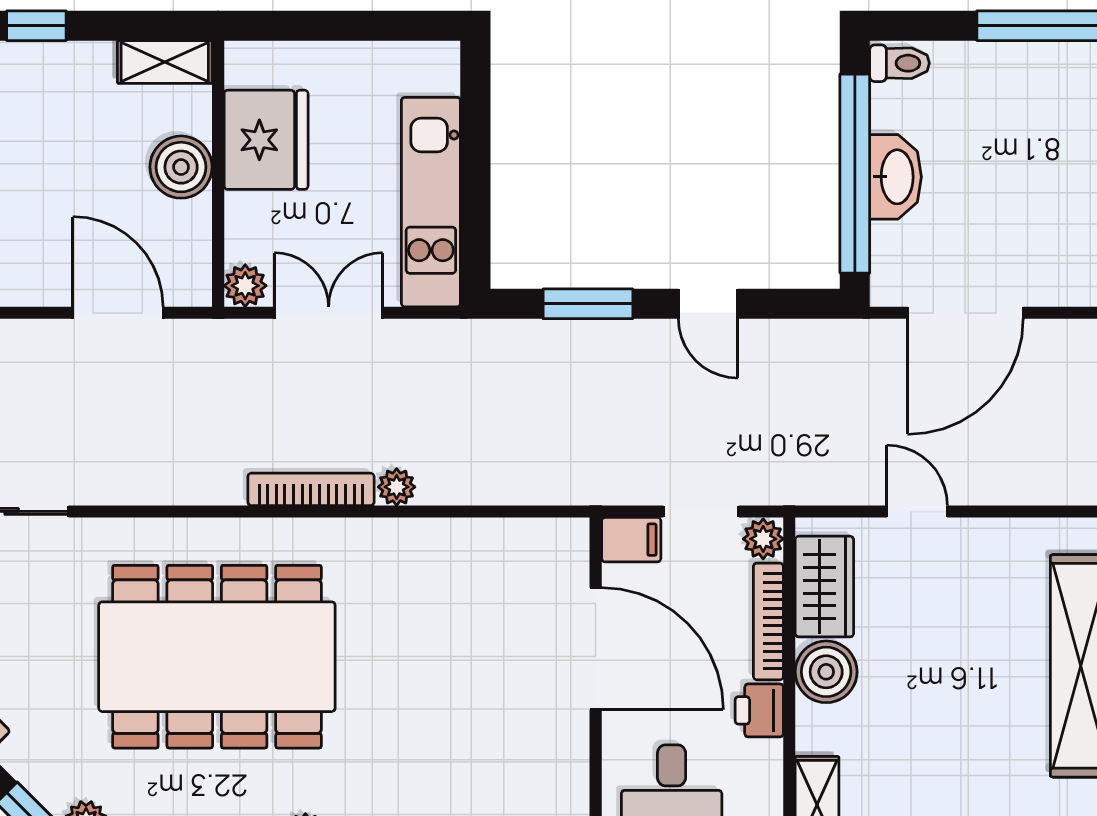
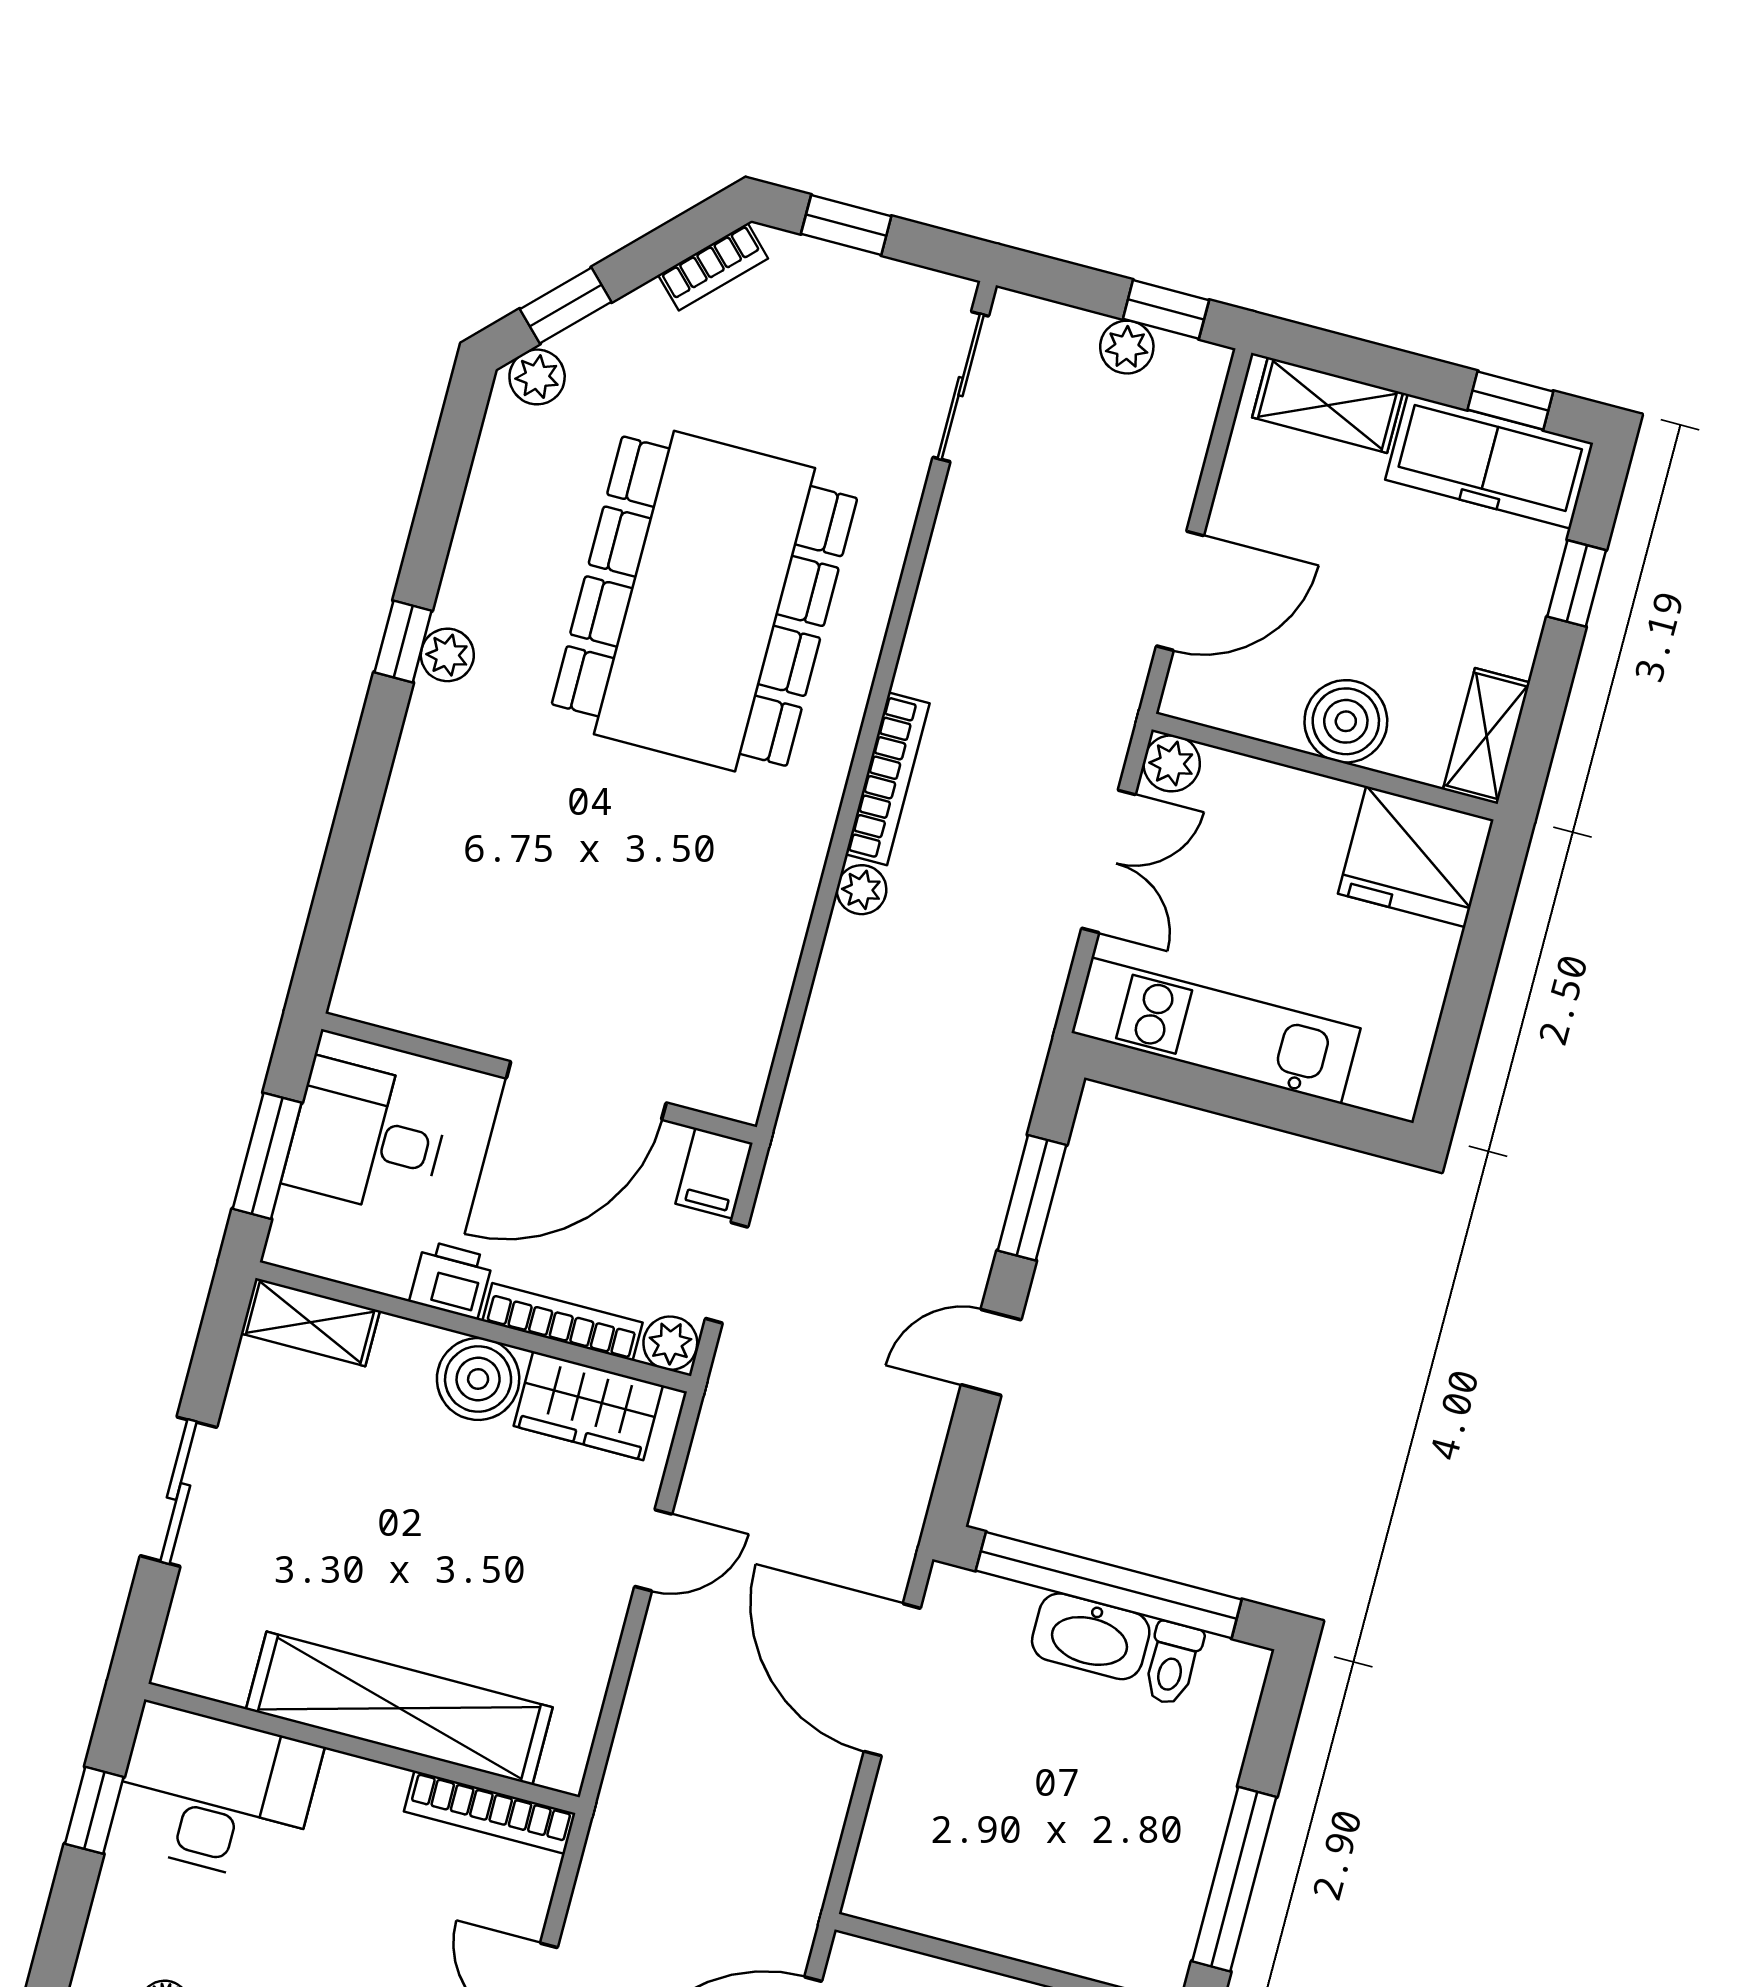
toilet: (900, 63) -> (1172, 1663), moved
fridge: (266, 140) -> (1416, 857), moved

